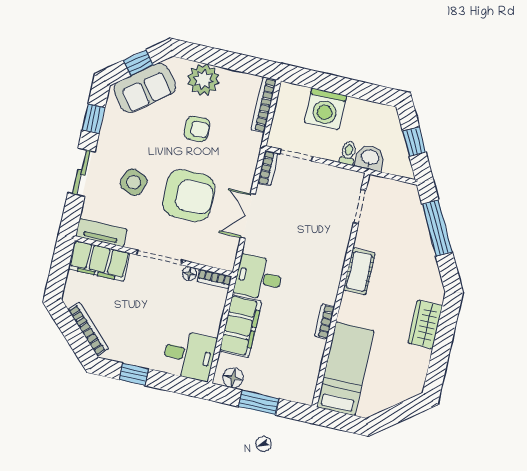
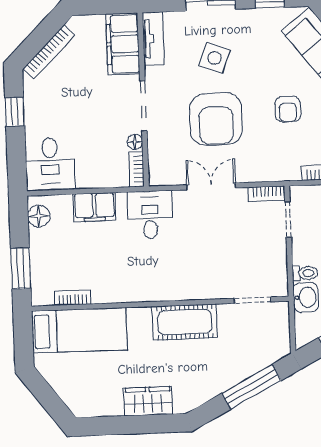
cot: (359, 271) -> (185, 322), width x1.37, depth x1.34
bookcase: (325, 321) -> (73, 298), moved
filing cabinet: (240, 326) -> (94, 207), width x0.67, depth x0.86
window: (259, 403) -> (21, 268), moved

